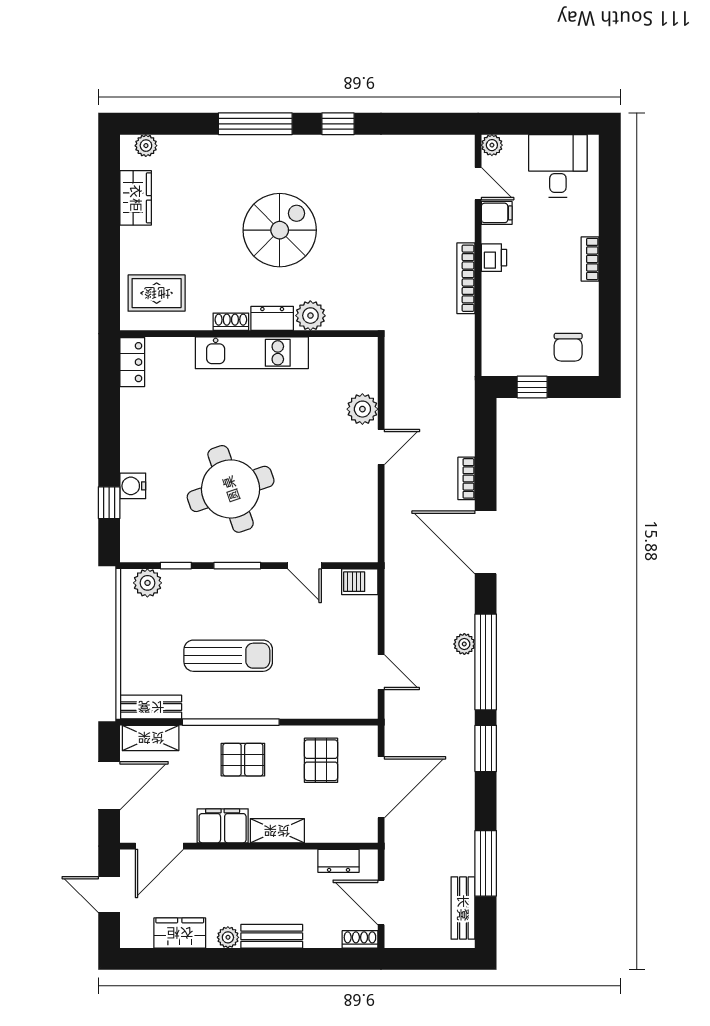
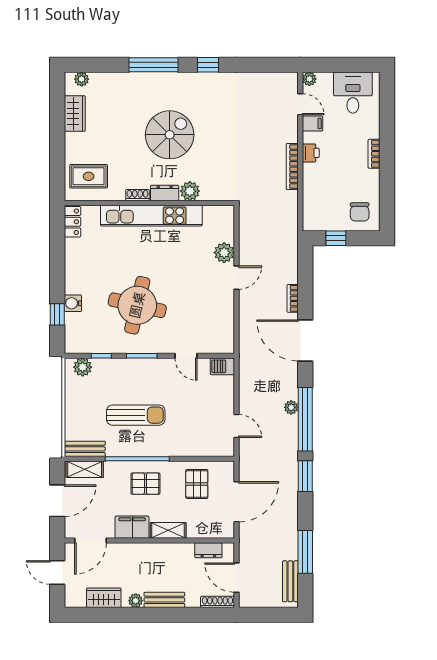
kitchen unit: (252, 353) -> (151, 216), width x1.36
round table: (231, 489) -> (137, 305), turned 32
shoe rack: (360, 939) -> (217, 602), width x1.43

